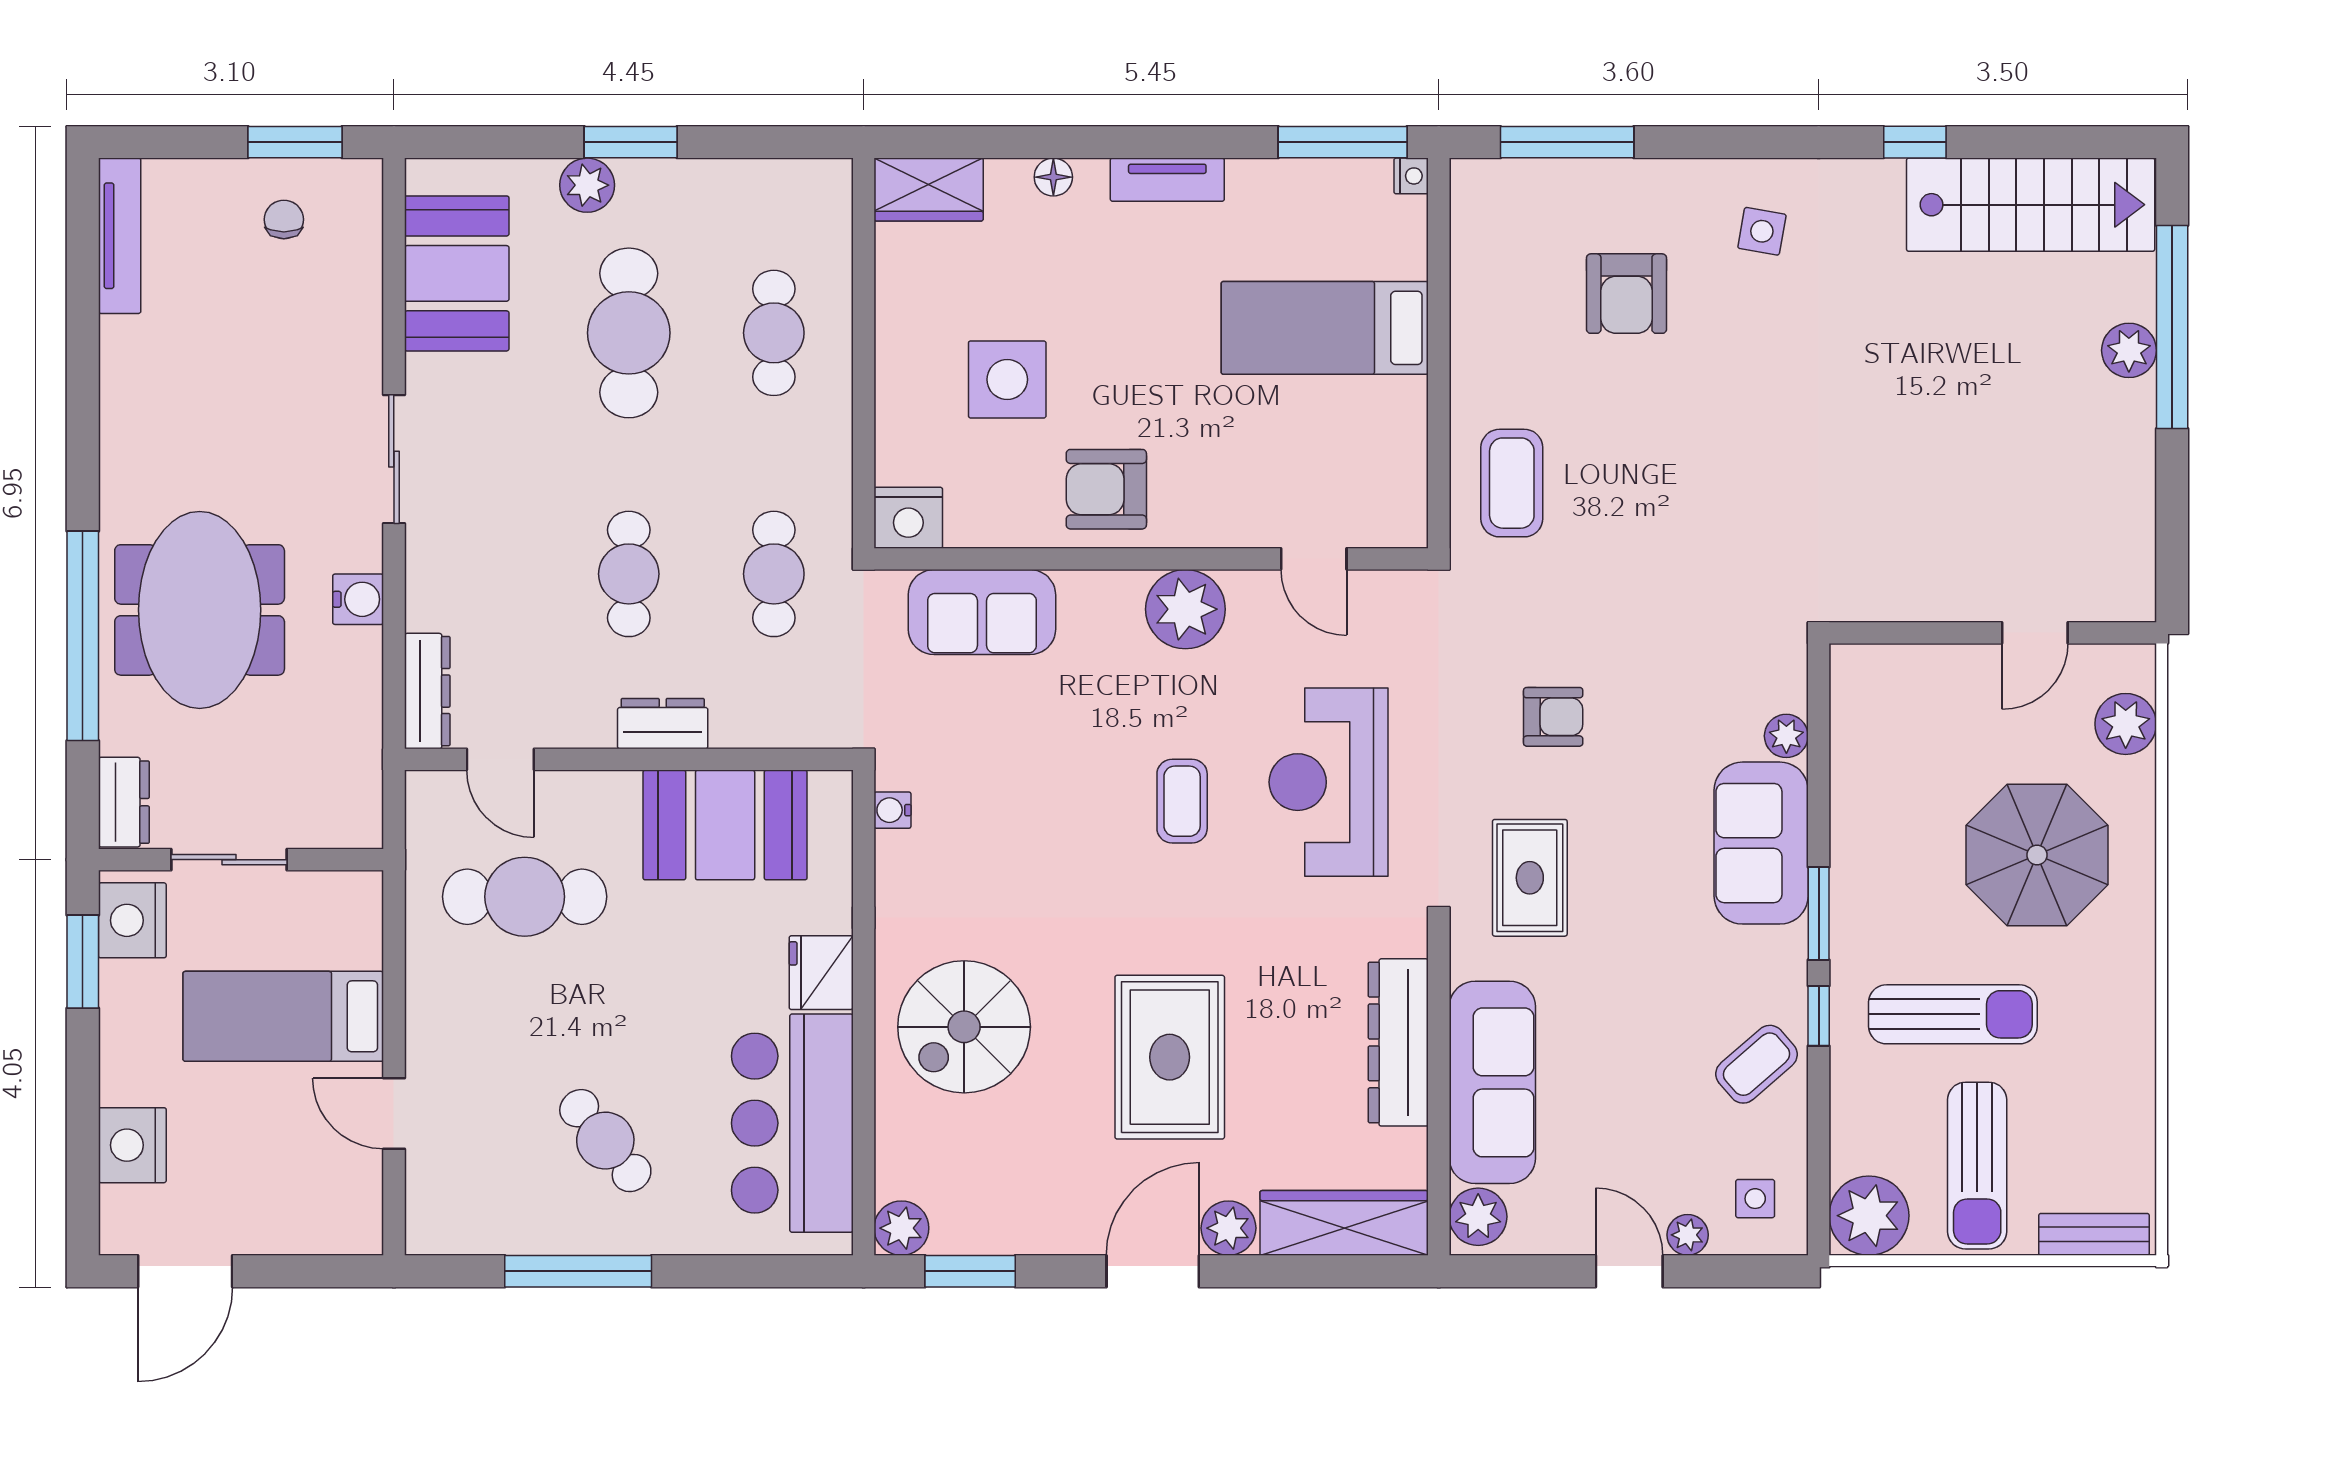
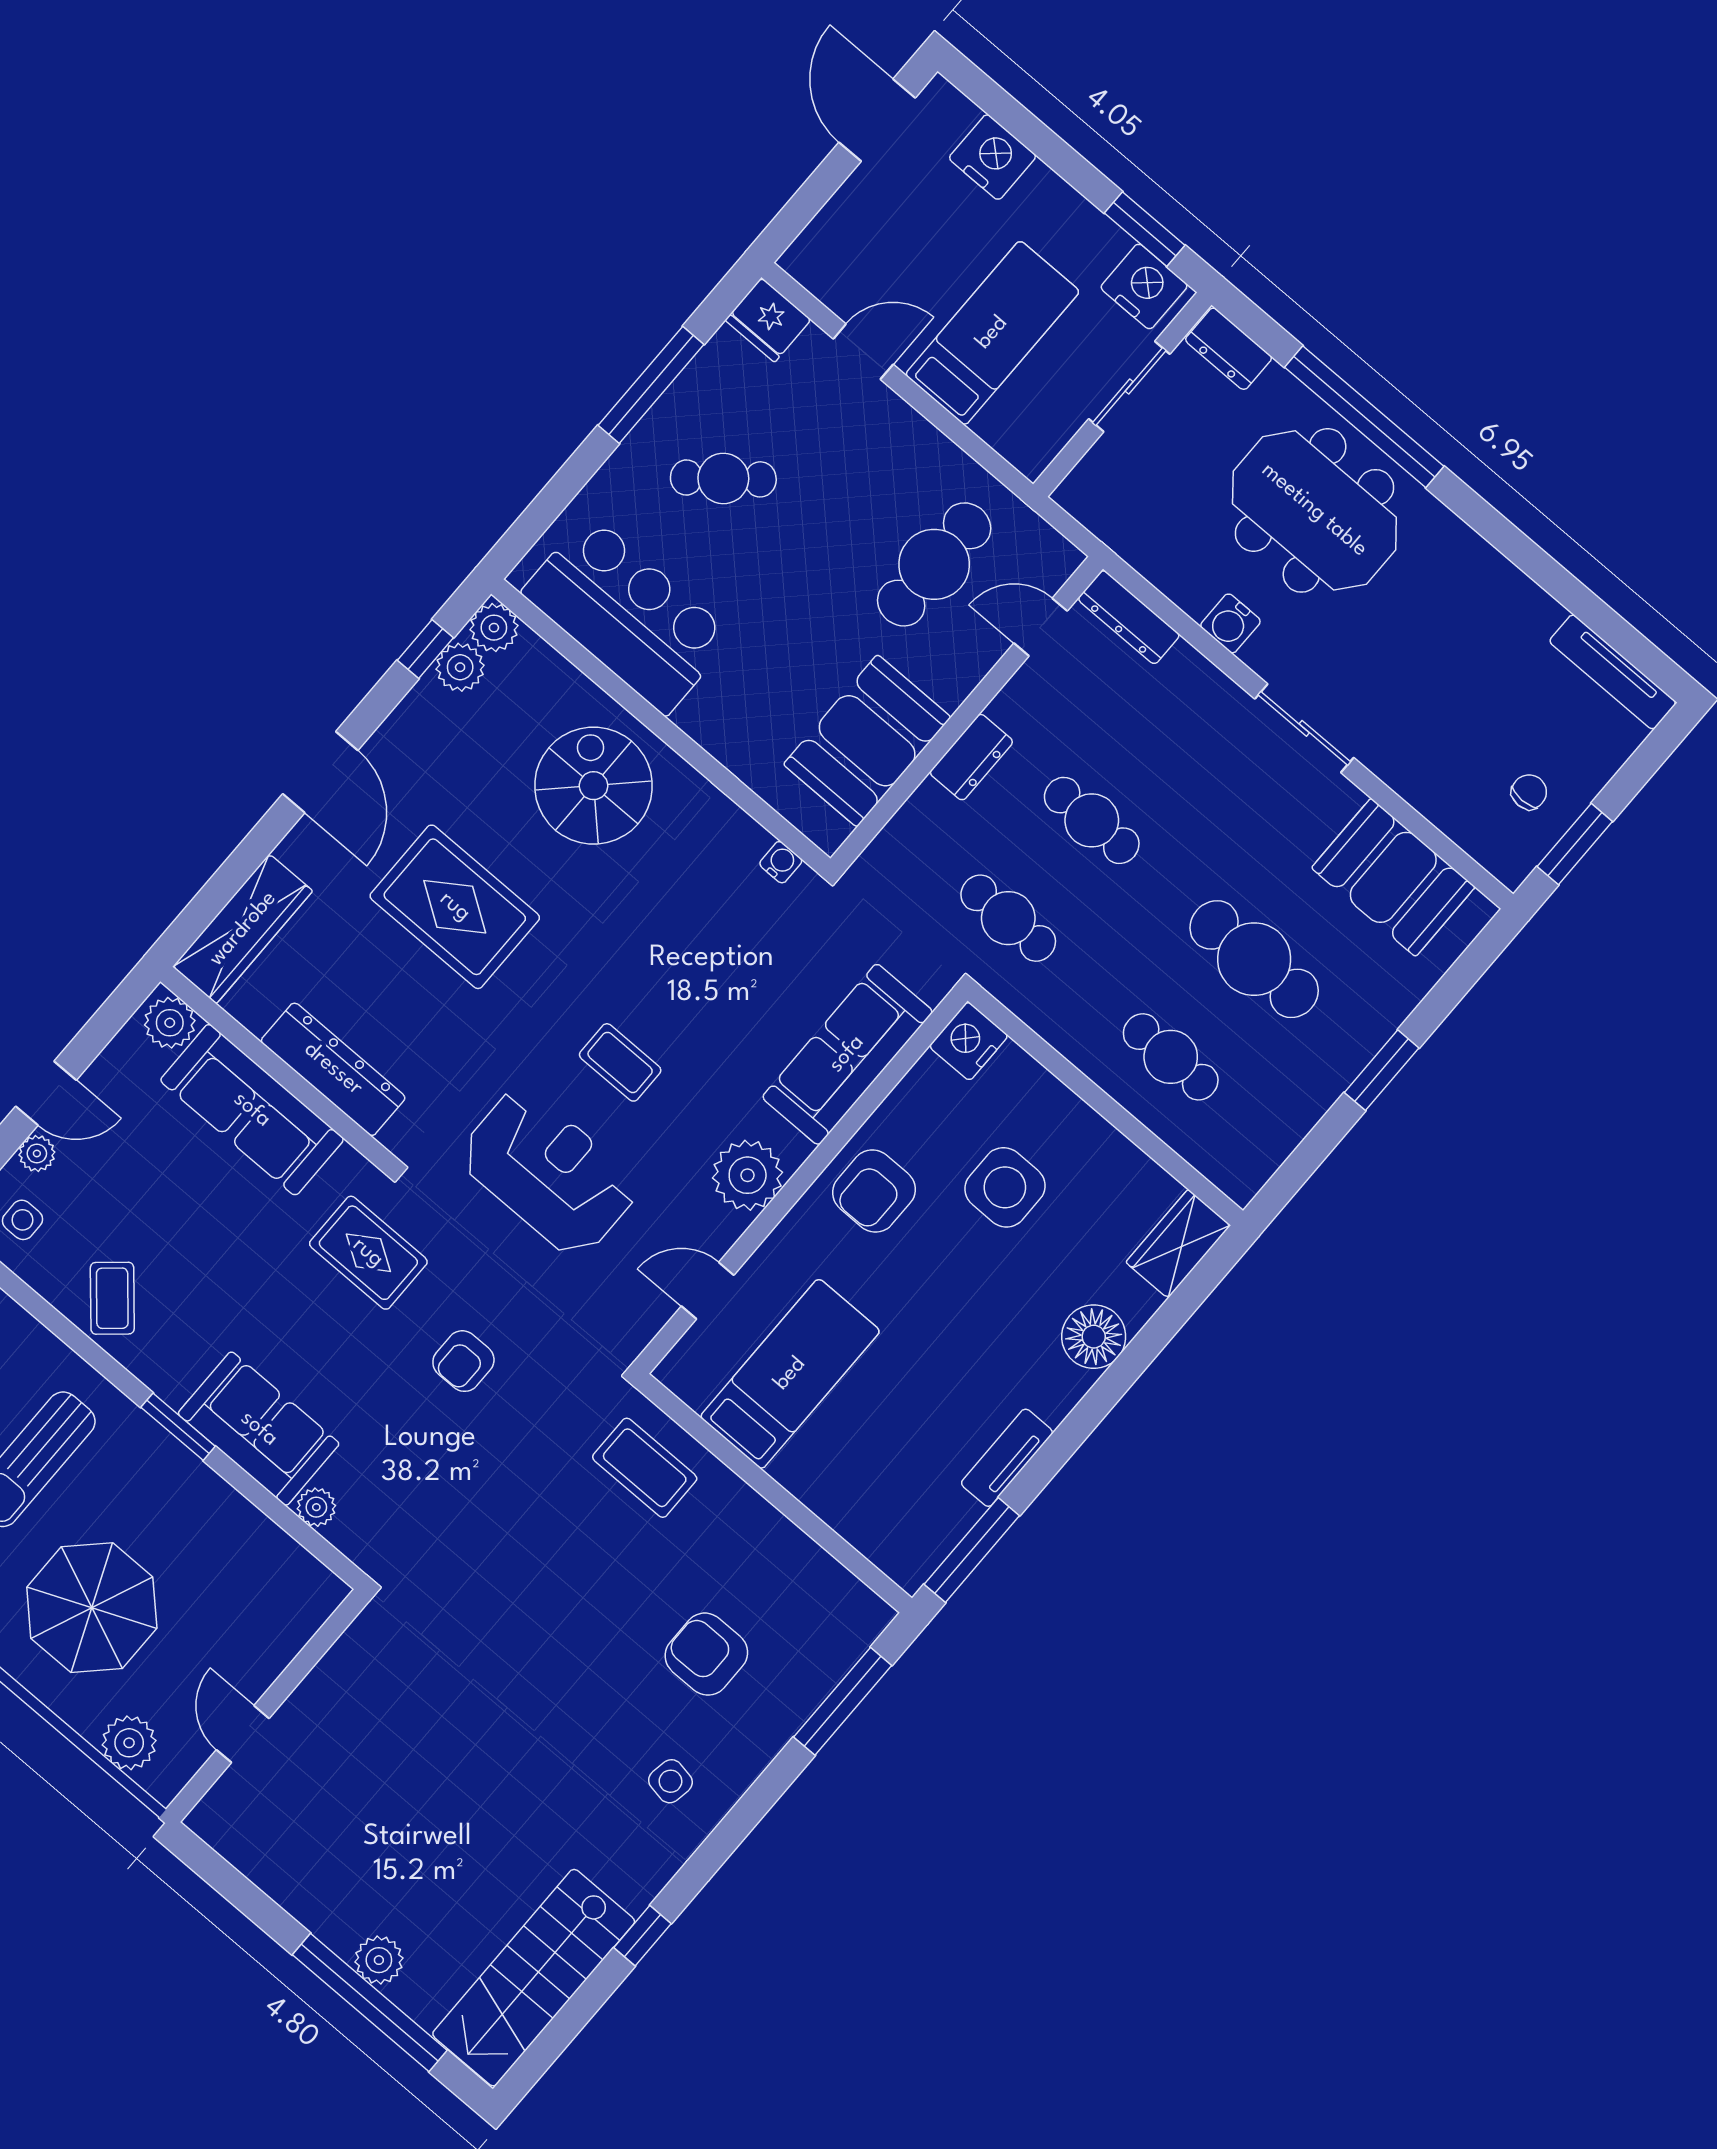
nightstand: (1411, 176) -> (910, 1577), removed
floor lamp: (1053, 177) -> (1094, 1337), width x1.89, depth x1.89
tv unit: (1167, 180) -> (1007, 1458), moved
plant: (587, 185) -> (1378, 1016), removed
chair: (284, 219) -> (1529, 792), turned -90
bed: (1325, 328) -> (790, 1374), moved
armchair: (1106, 489) -> (874, 1191), turned 180
sofa: (982, 612) -> (847, 1054), width x1.36
fridge: (821, 973) -> (768, 320), moved, turned 180
window: (1819, 1016) -> (109, 1368), removed
plant: (1229, 1228) -> (460, 667), moved
window: (970, 1271) -> (425, 649), width x0.67

